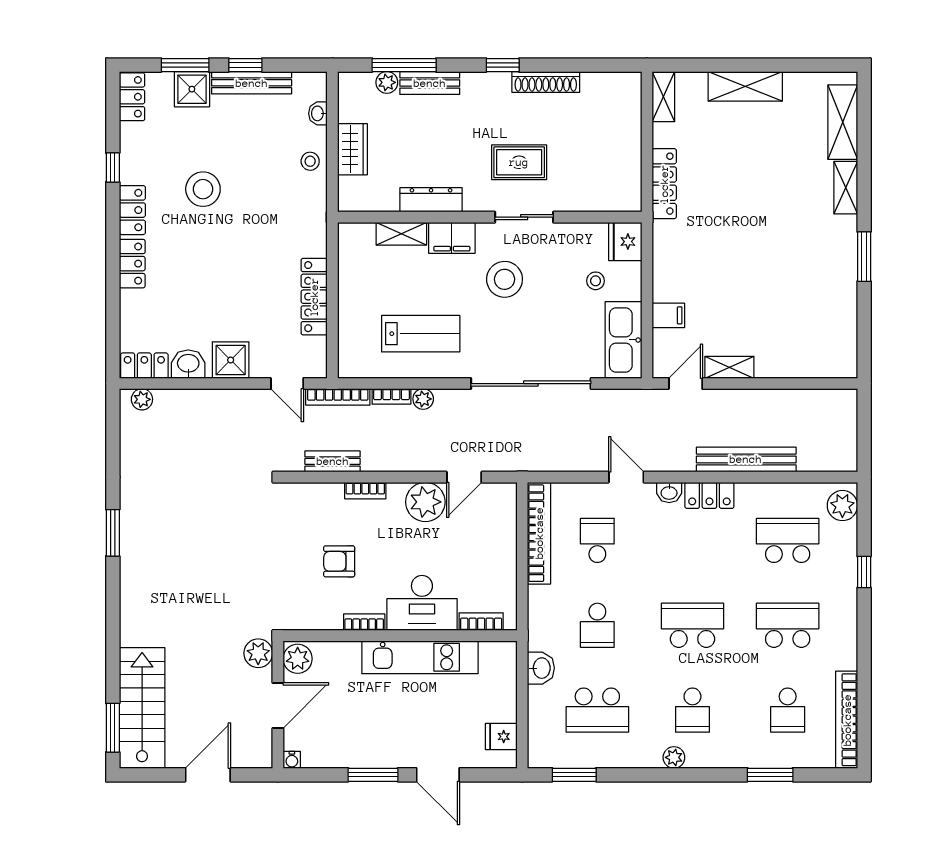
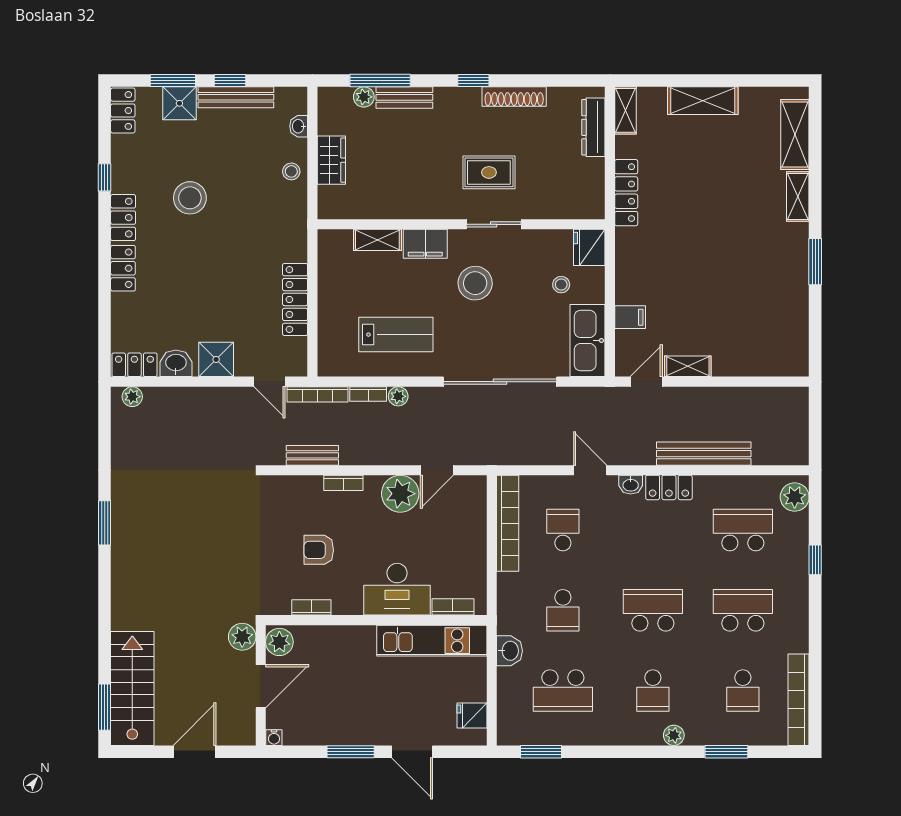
dresser: (431, 200) -> (593, 127), moved, turned -90
bookcase: (364, 622) -> (311, 607), moved
kitchen unit: (420, 657) -> (432, 641), moved
plant: (674, 757) -> (674, 735), moved

